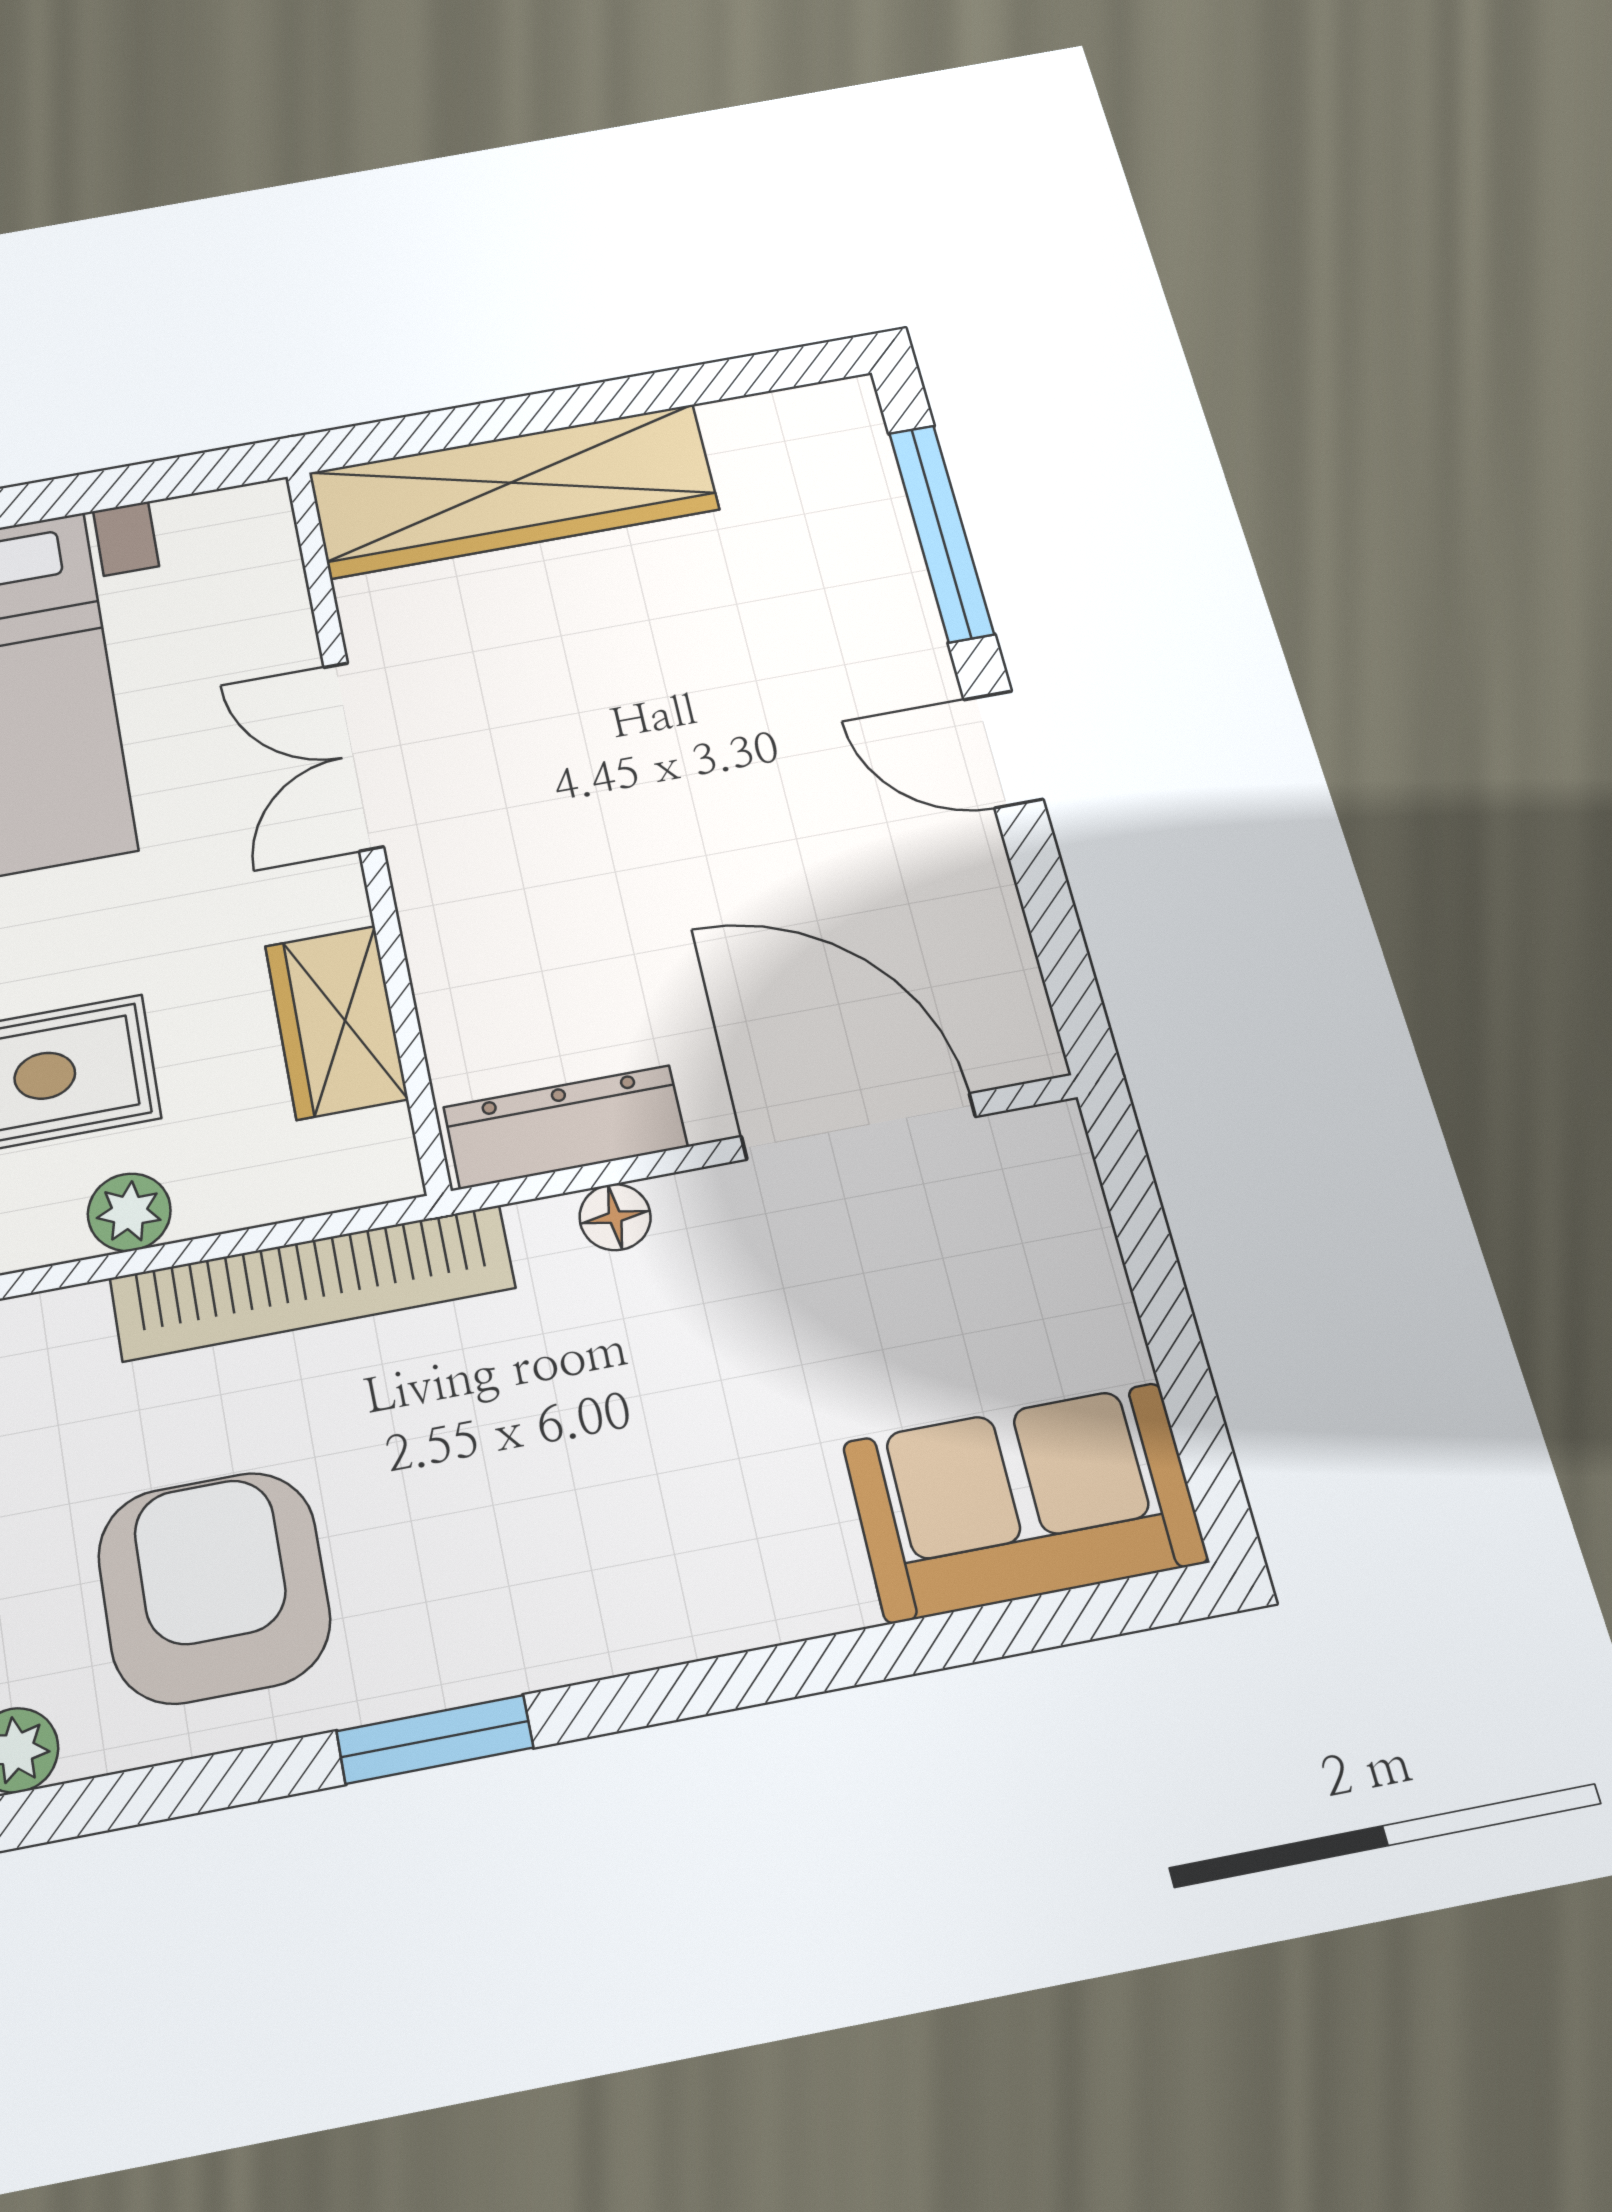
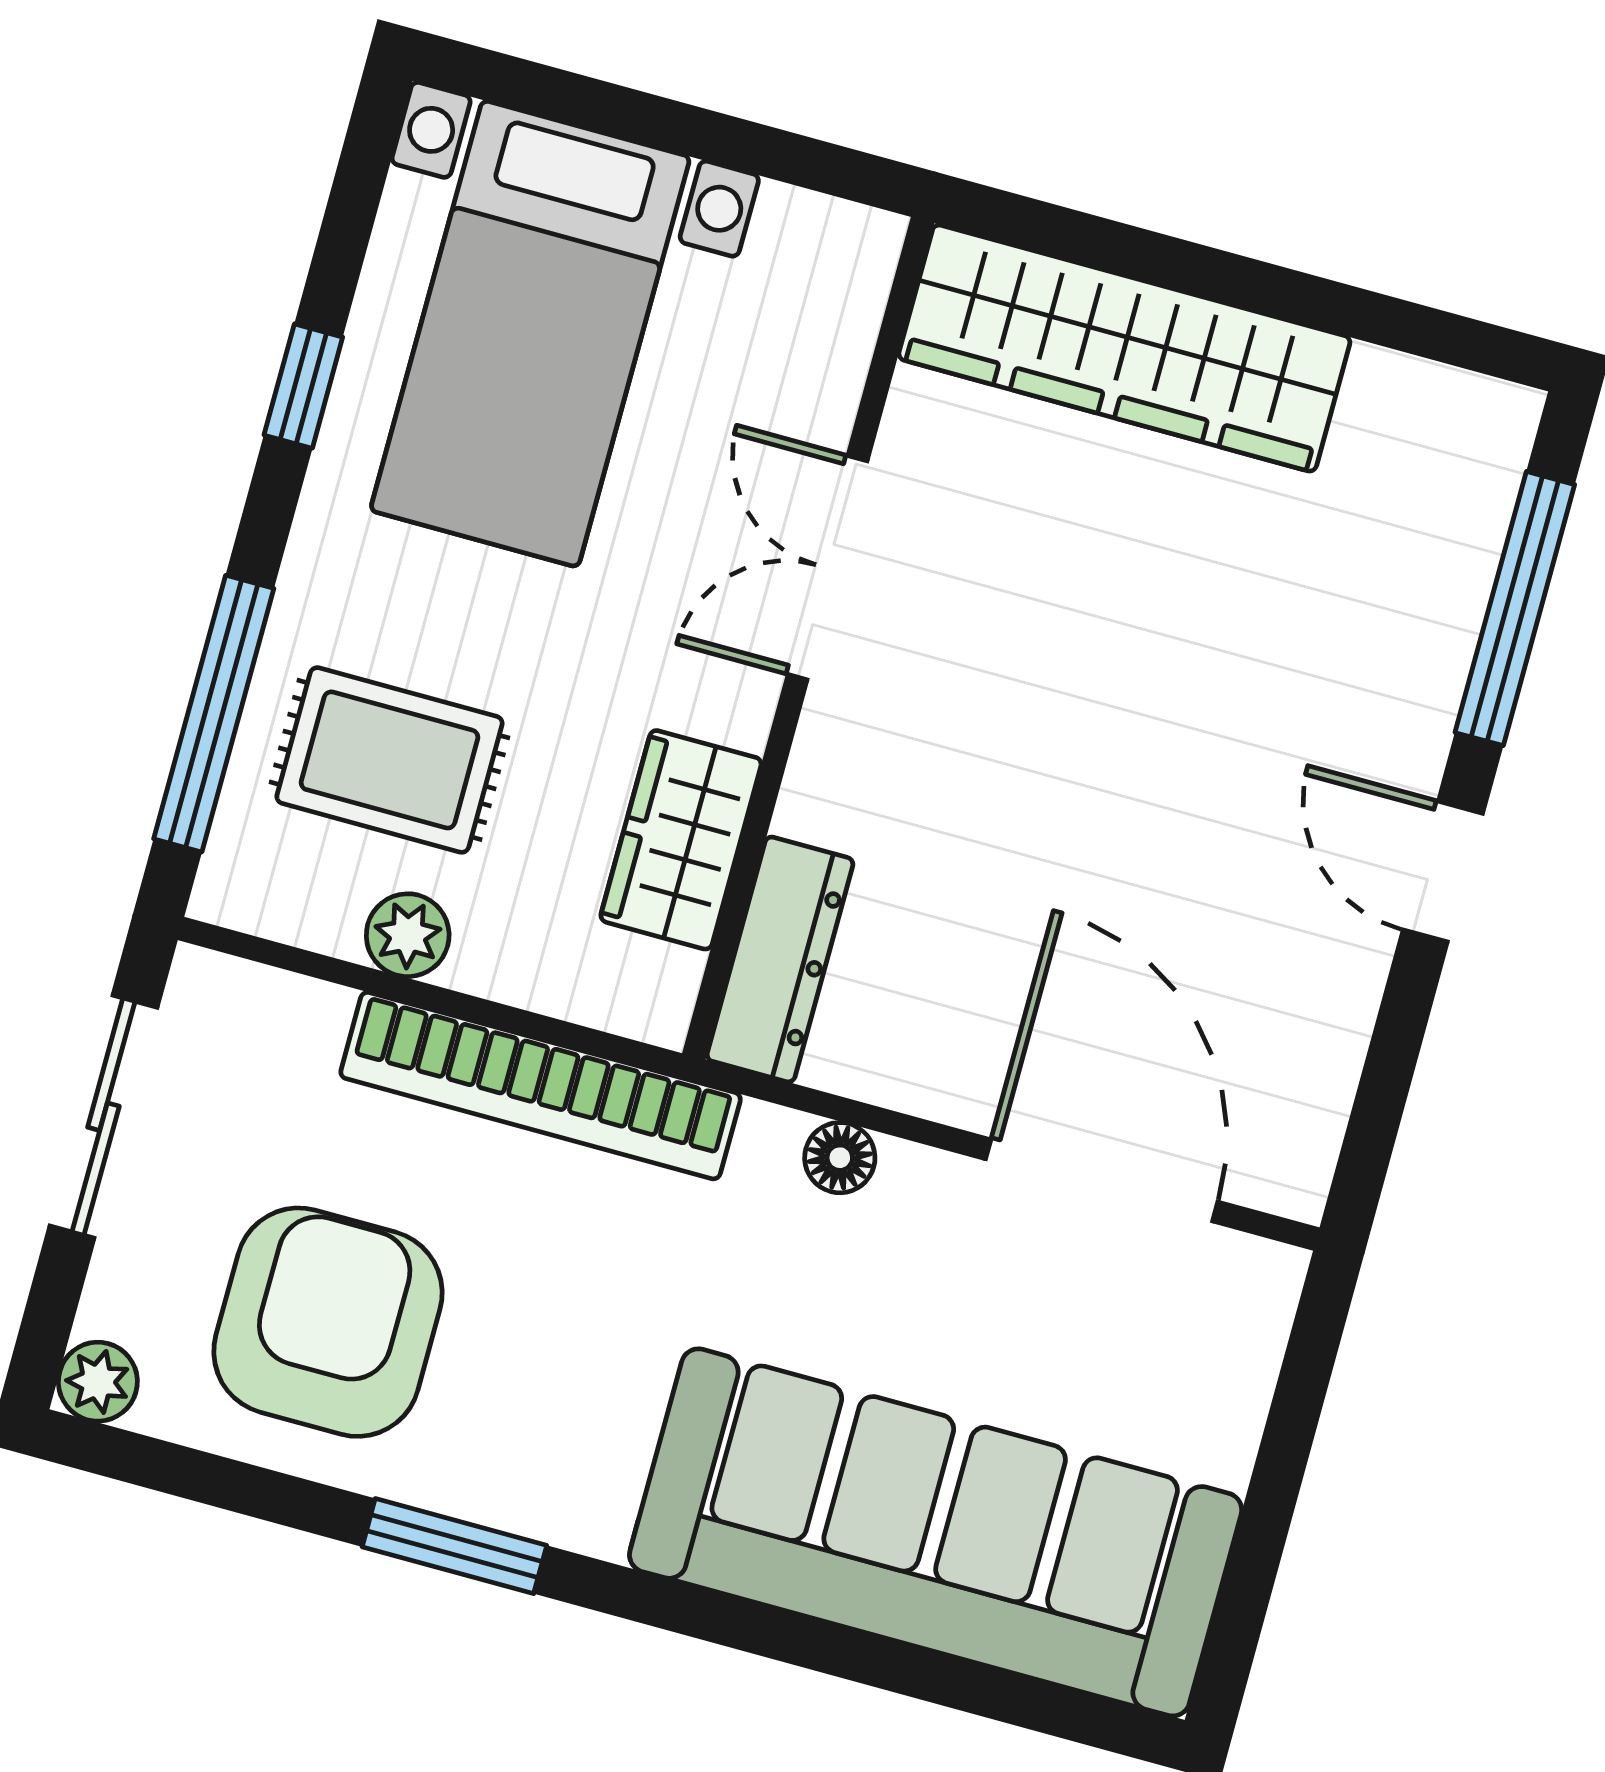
dresser: (565, 1127) -> (780, 959), moved, turned 90
sofa: (1024, 1502) -> (936, 1532), width x1.85, depth x1.27

